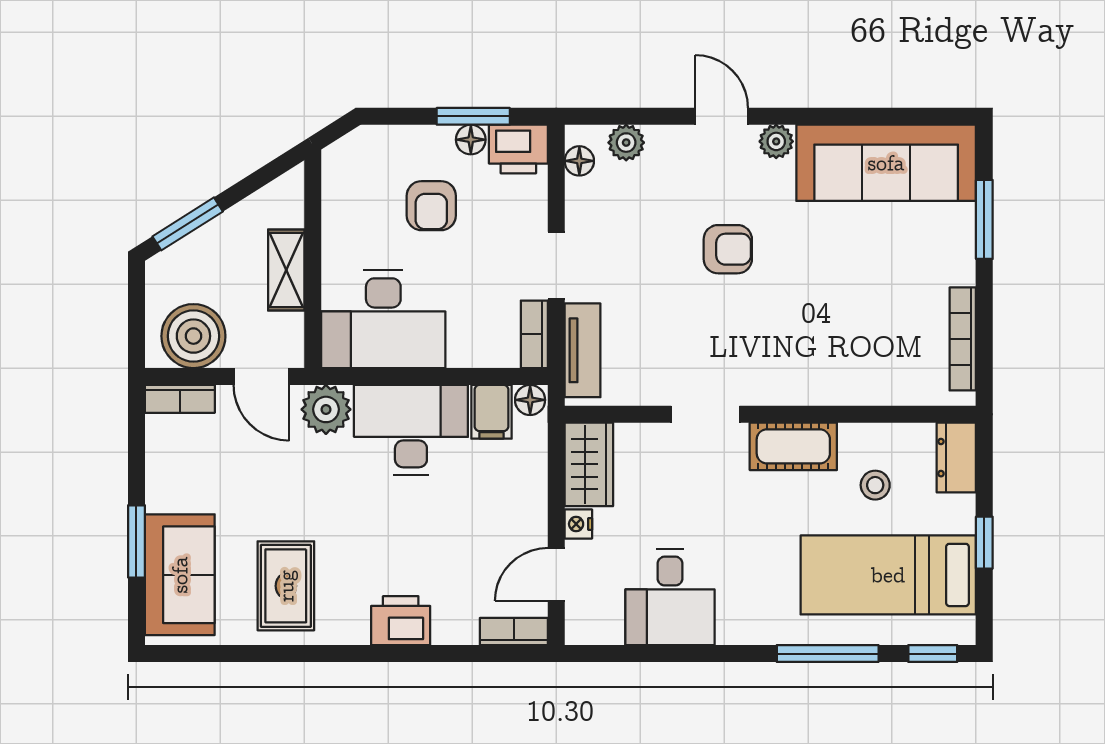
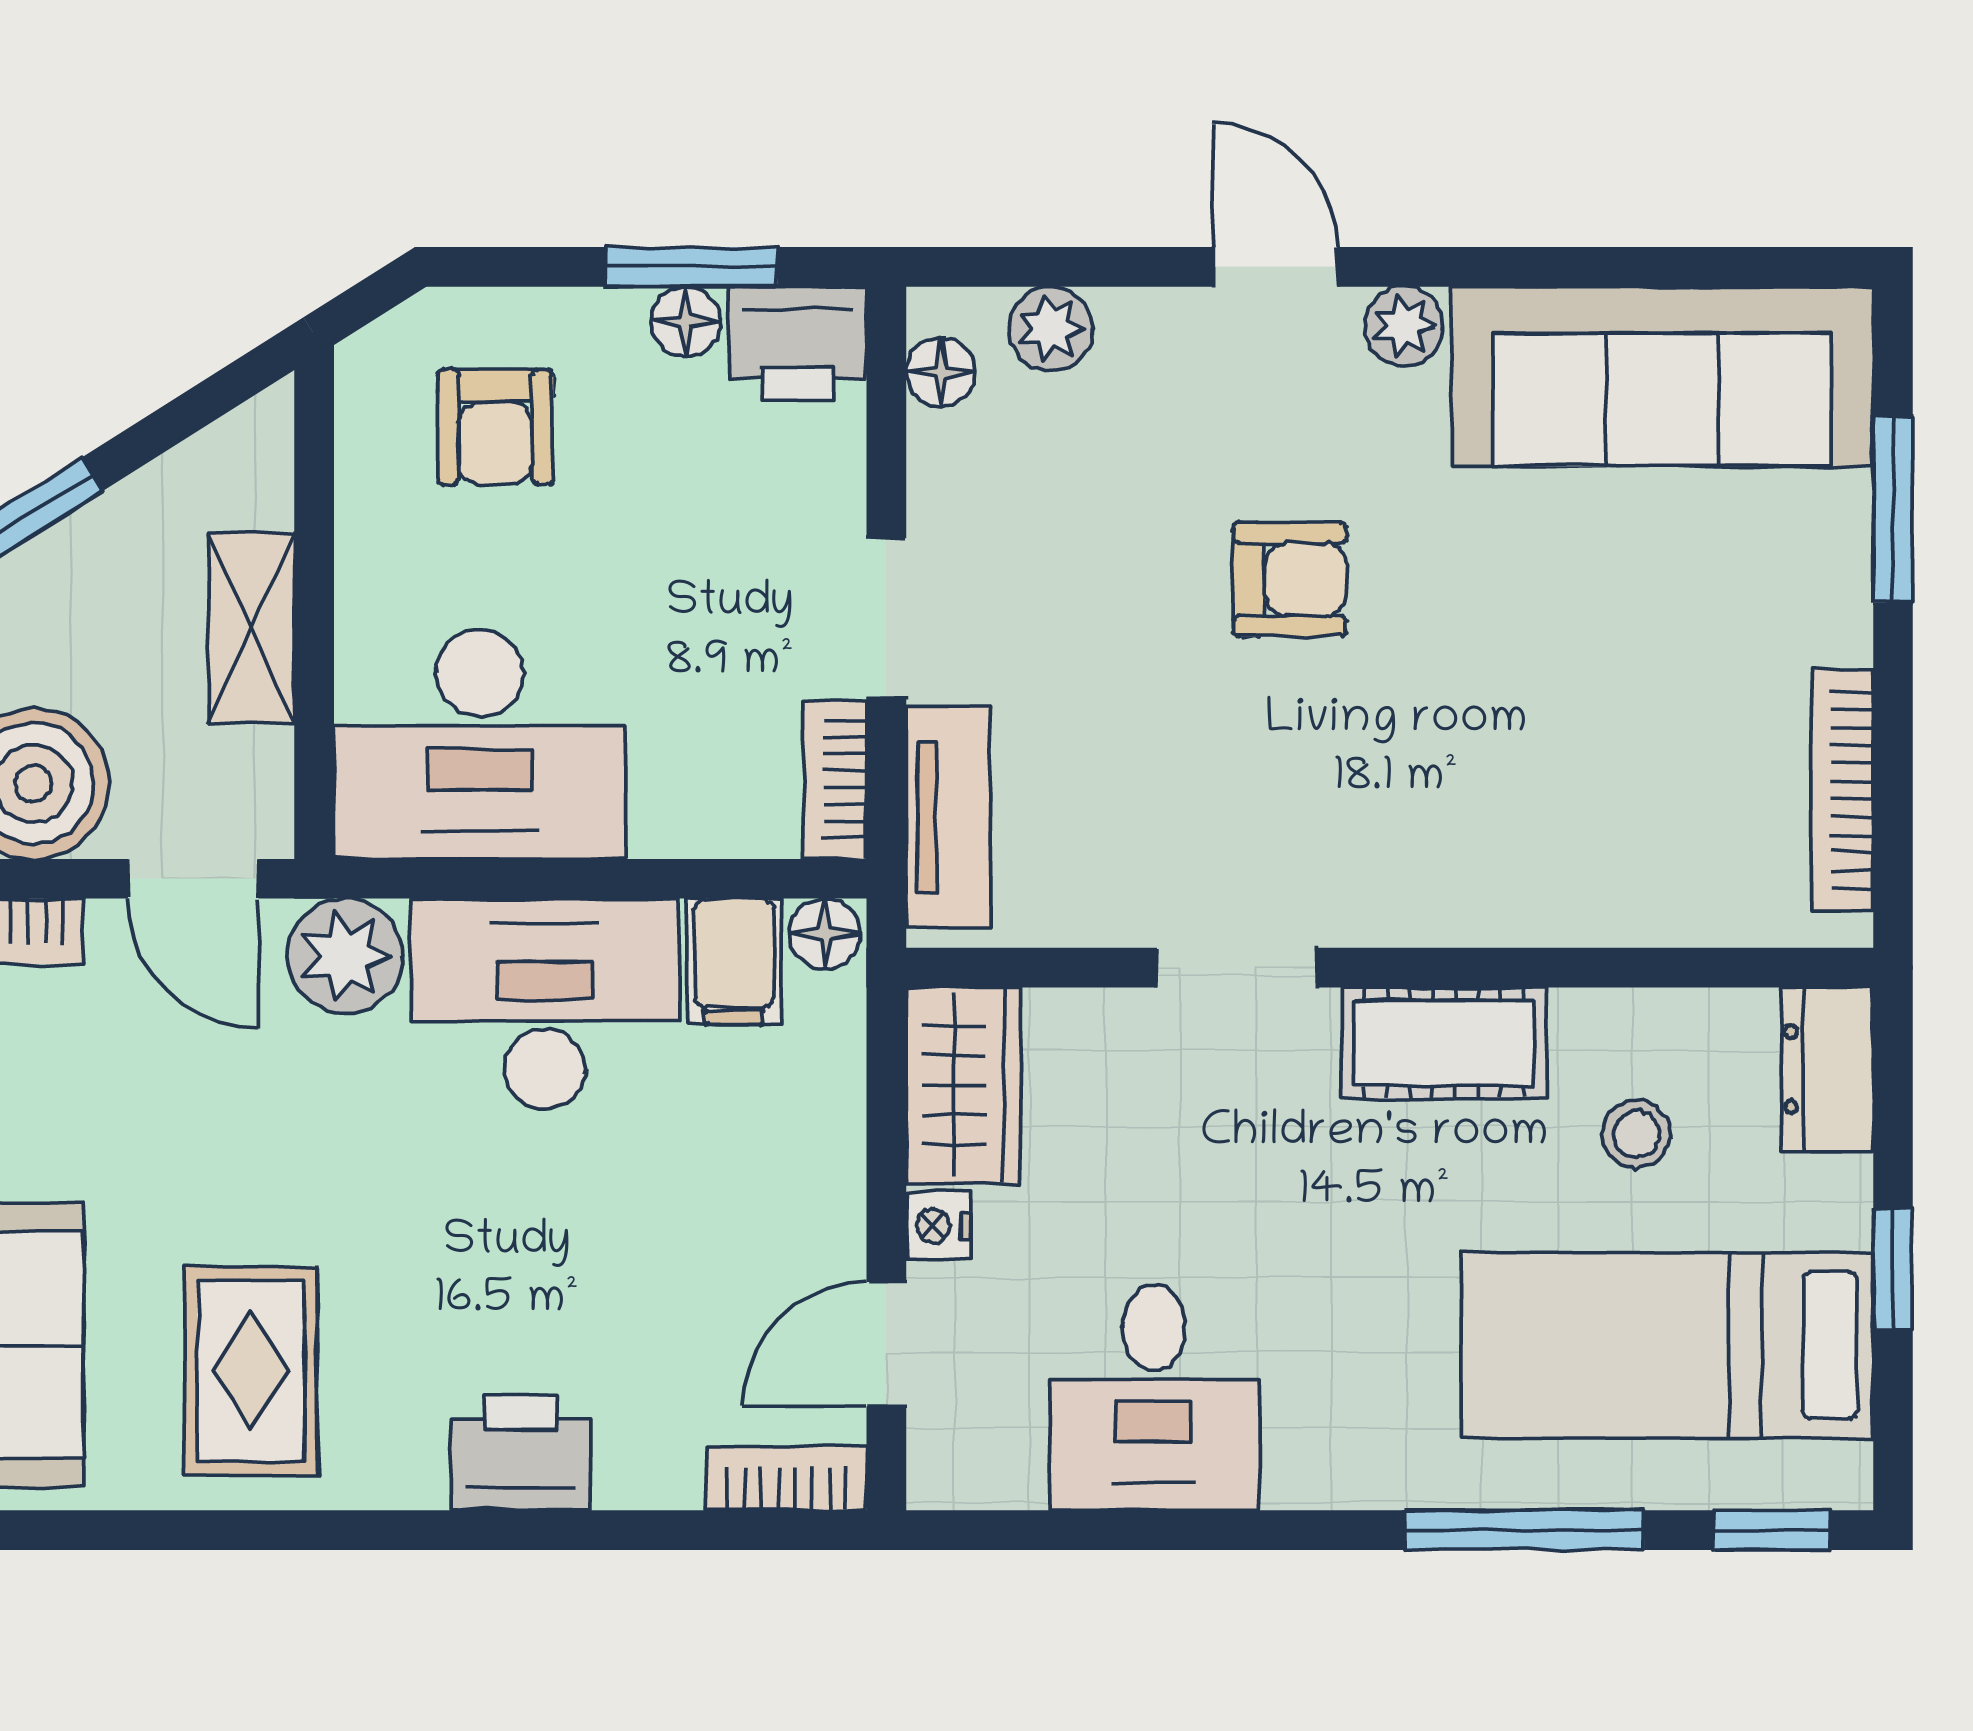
armchair: (431, 206) -> (495, 427), moved

